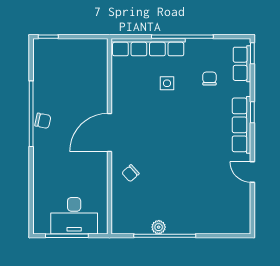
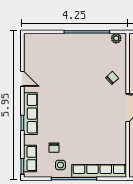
side table: (167, 83) -> (60, 165), moved
plant: (159, 227) -> (116, 38), moved

